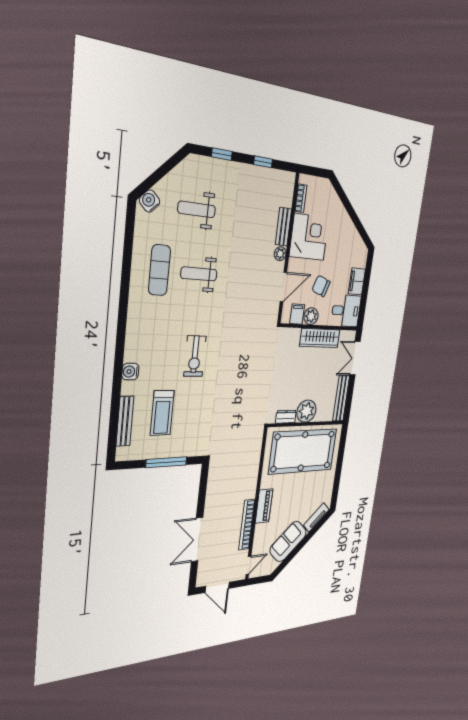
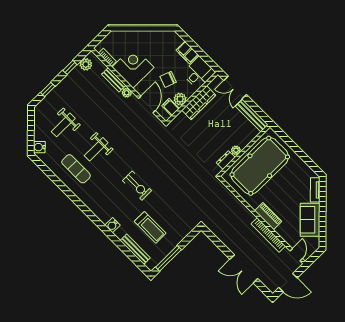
plant: (278, 179) -> (86, 64), added
plant: (306, 411) -> (236, 150), width x0.53, depth x0.53
window: (166, 462) -> (168, 258), moved

